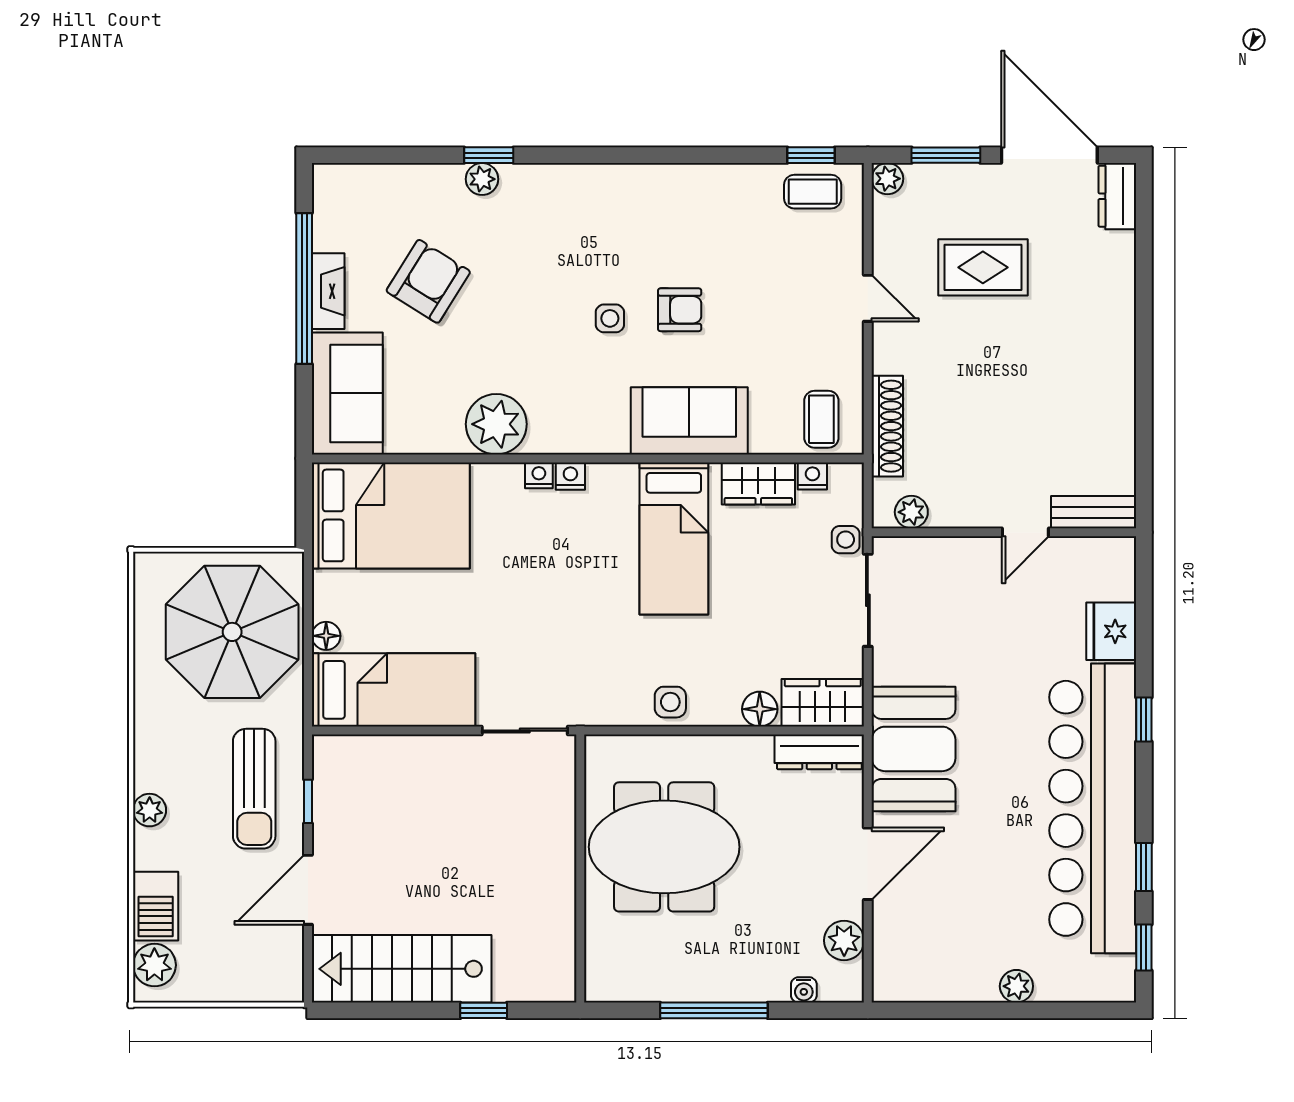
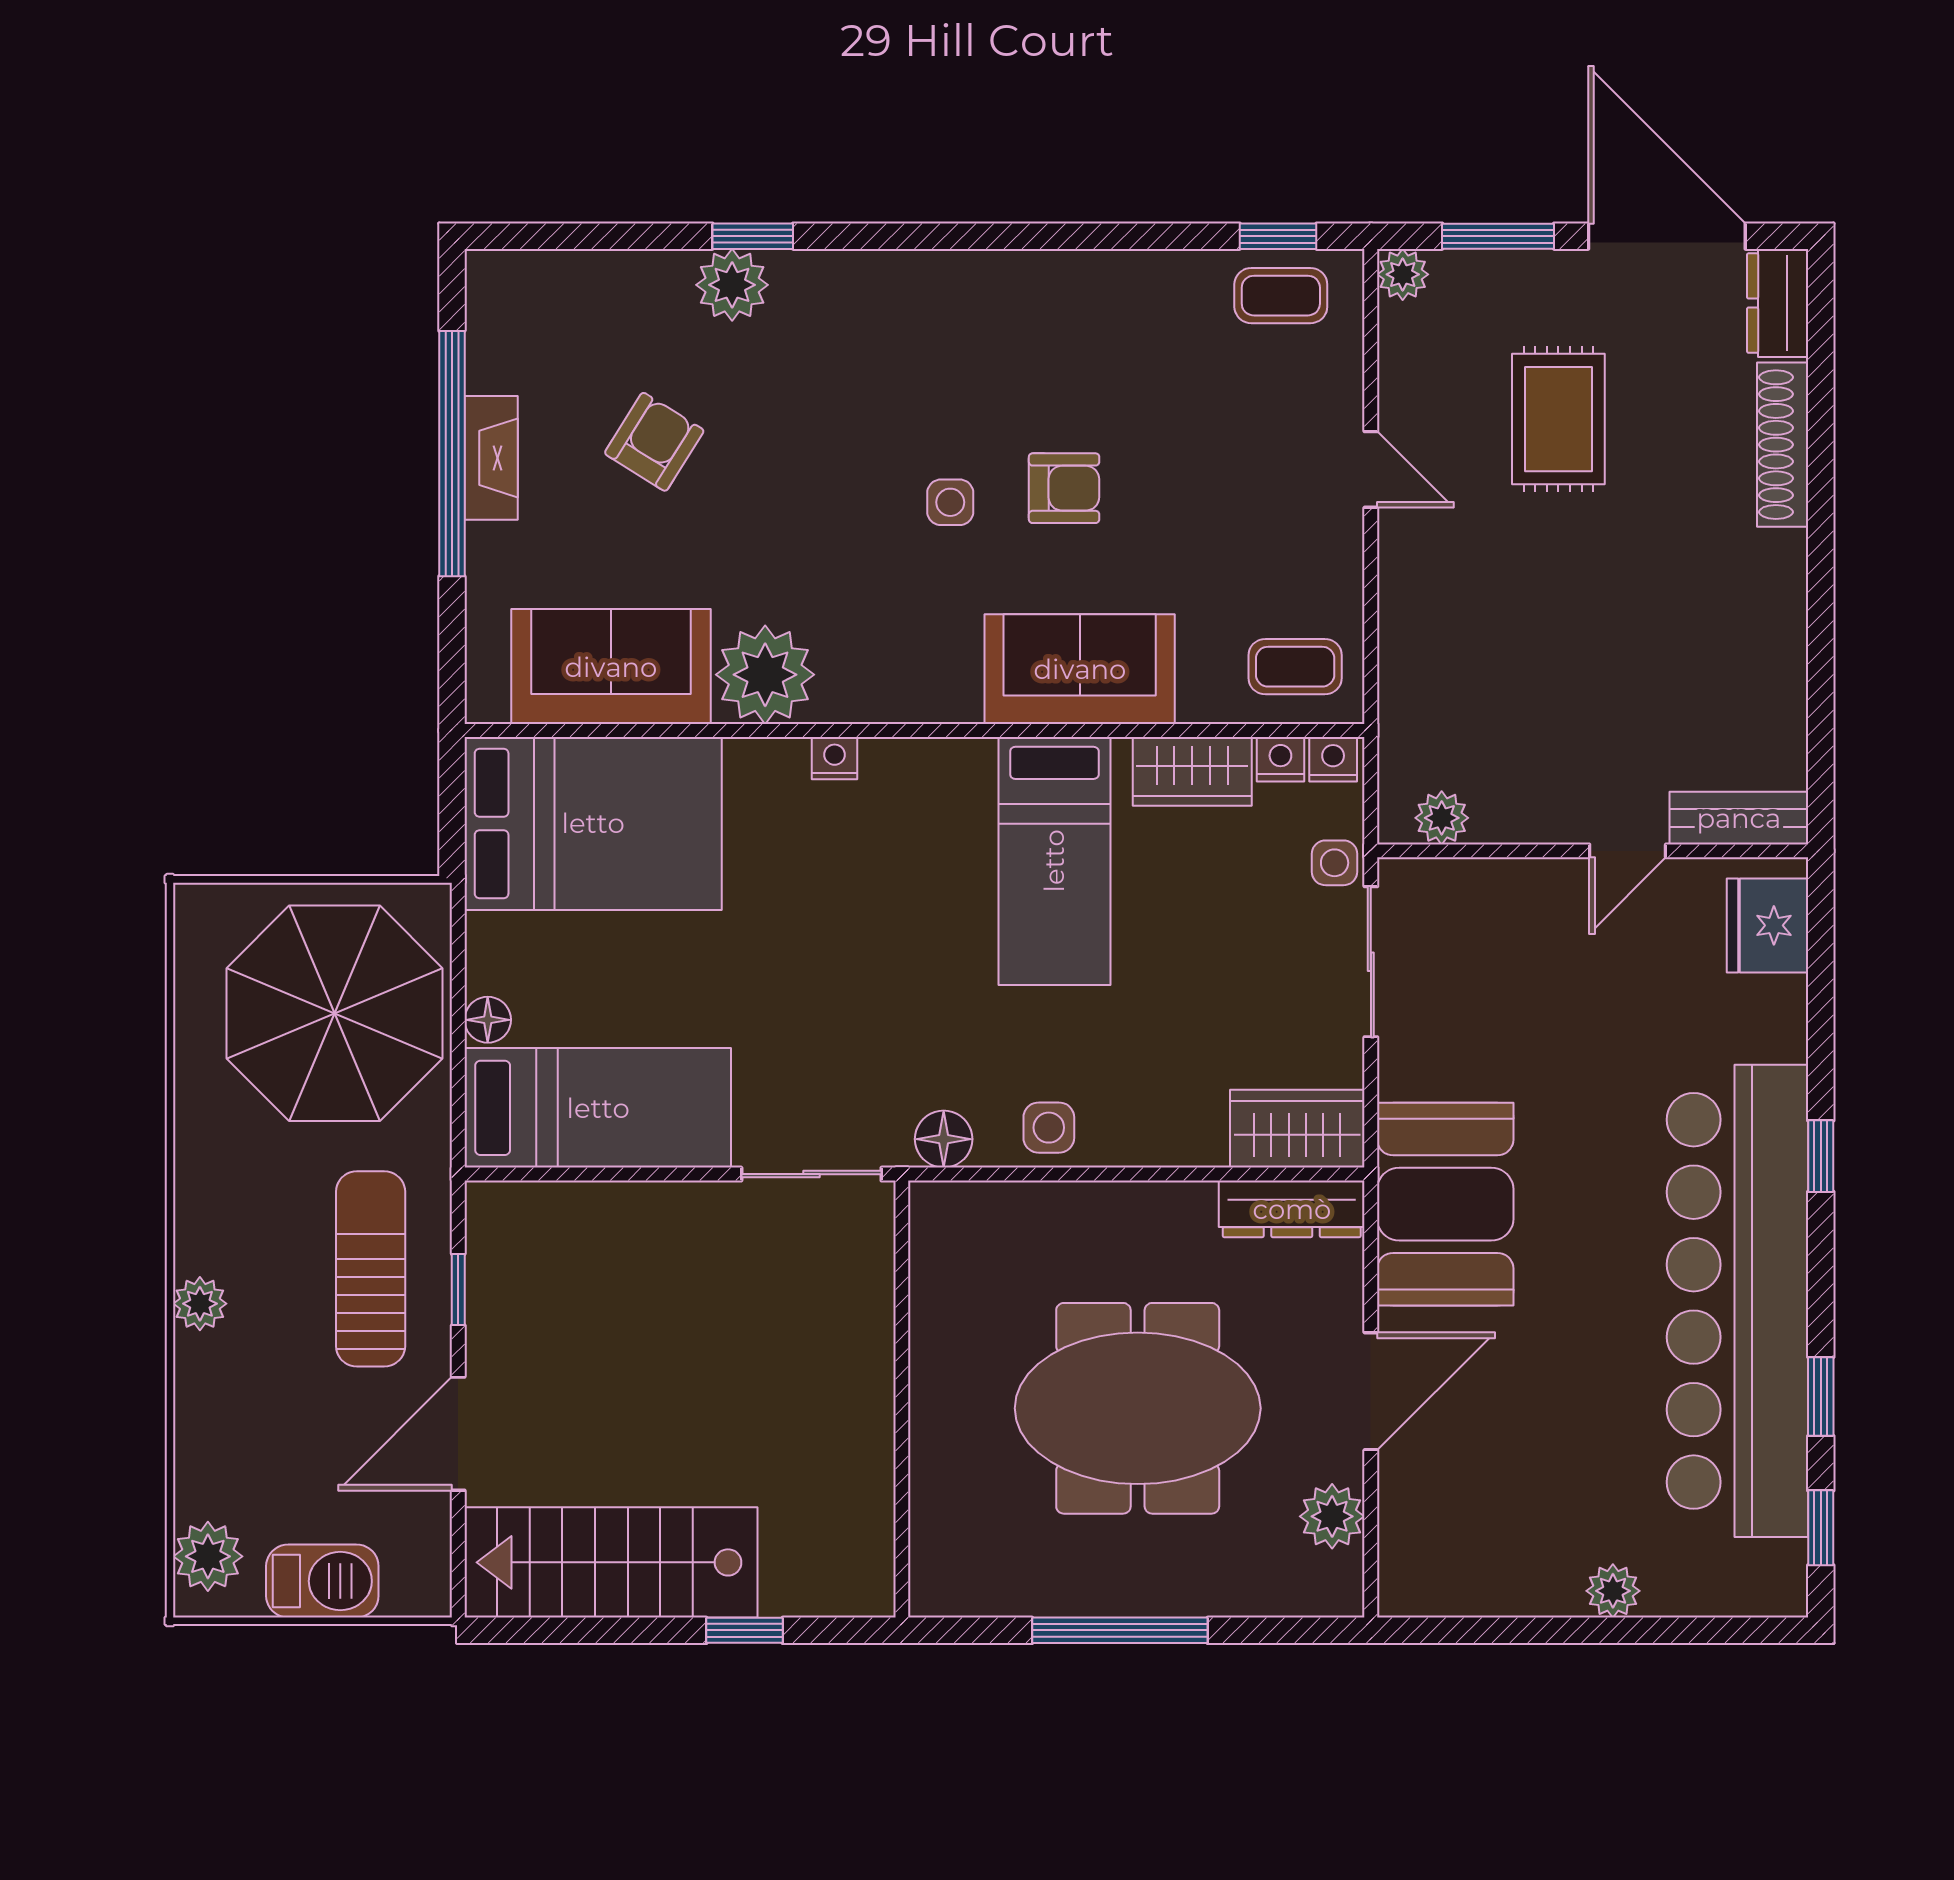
plant: (482, 179) -> (732, 285), width x1.38, depth x1.38
rug: (983, 267) -> (1558, 419), turned 90
armchair: (428, 281) -> (654, 442), width x0.72, depth x0.72
sofa: (347, 393) -> (611, 667), moved, turned -90
coffee table: (821, 419) -> (1295, 667), turned 90
shoe rack: (887, 426) -> (1783, 445), moved, turned 180
nightstand: (570, 476) -> (1333, 759), moved
fridge: (1111, 631) -> (1767, 925), moved
floor lamp: (760, 709) -> (944, 1139), moved
sun lounger: (254, 789) -> (371, 1269), turned 180
meeting table: (664, 847) -> (1138, 1408), moved
barbecue: (156, 906) -> (322, 1581), moved, turned -90
water cooler: (804, 990) -> (1266, 1597), removed

